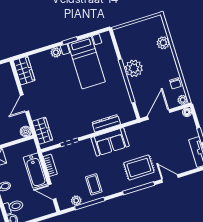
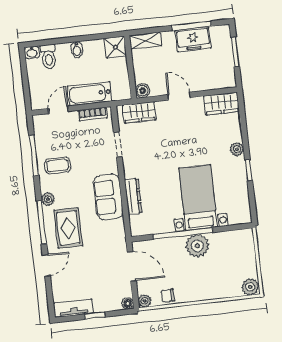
plant: (163, 43) -> (250, 287), moved
bed with nightstands: (87, 63) -> (198, 197), moved, turned 90
plant: (76, 200) -> (48, 199), moved

